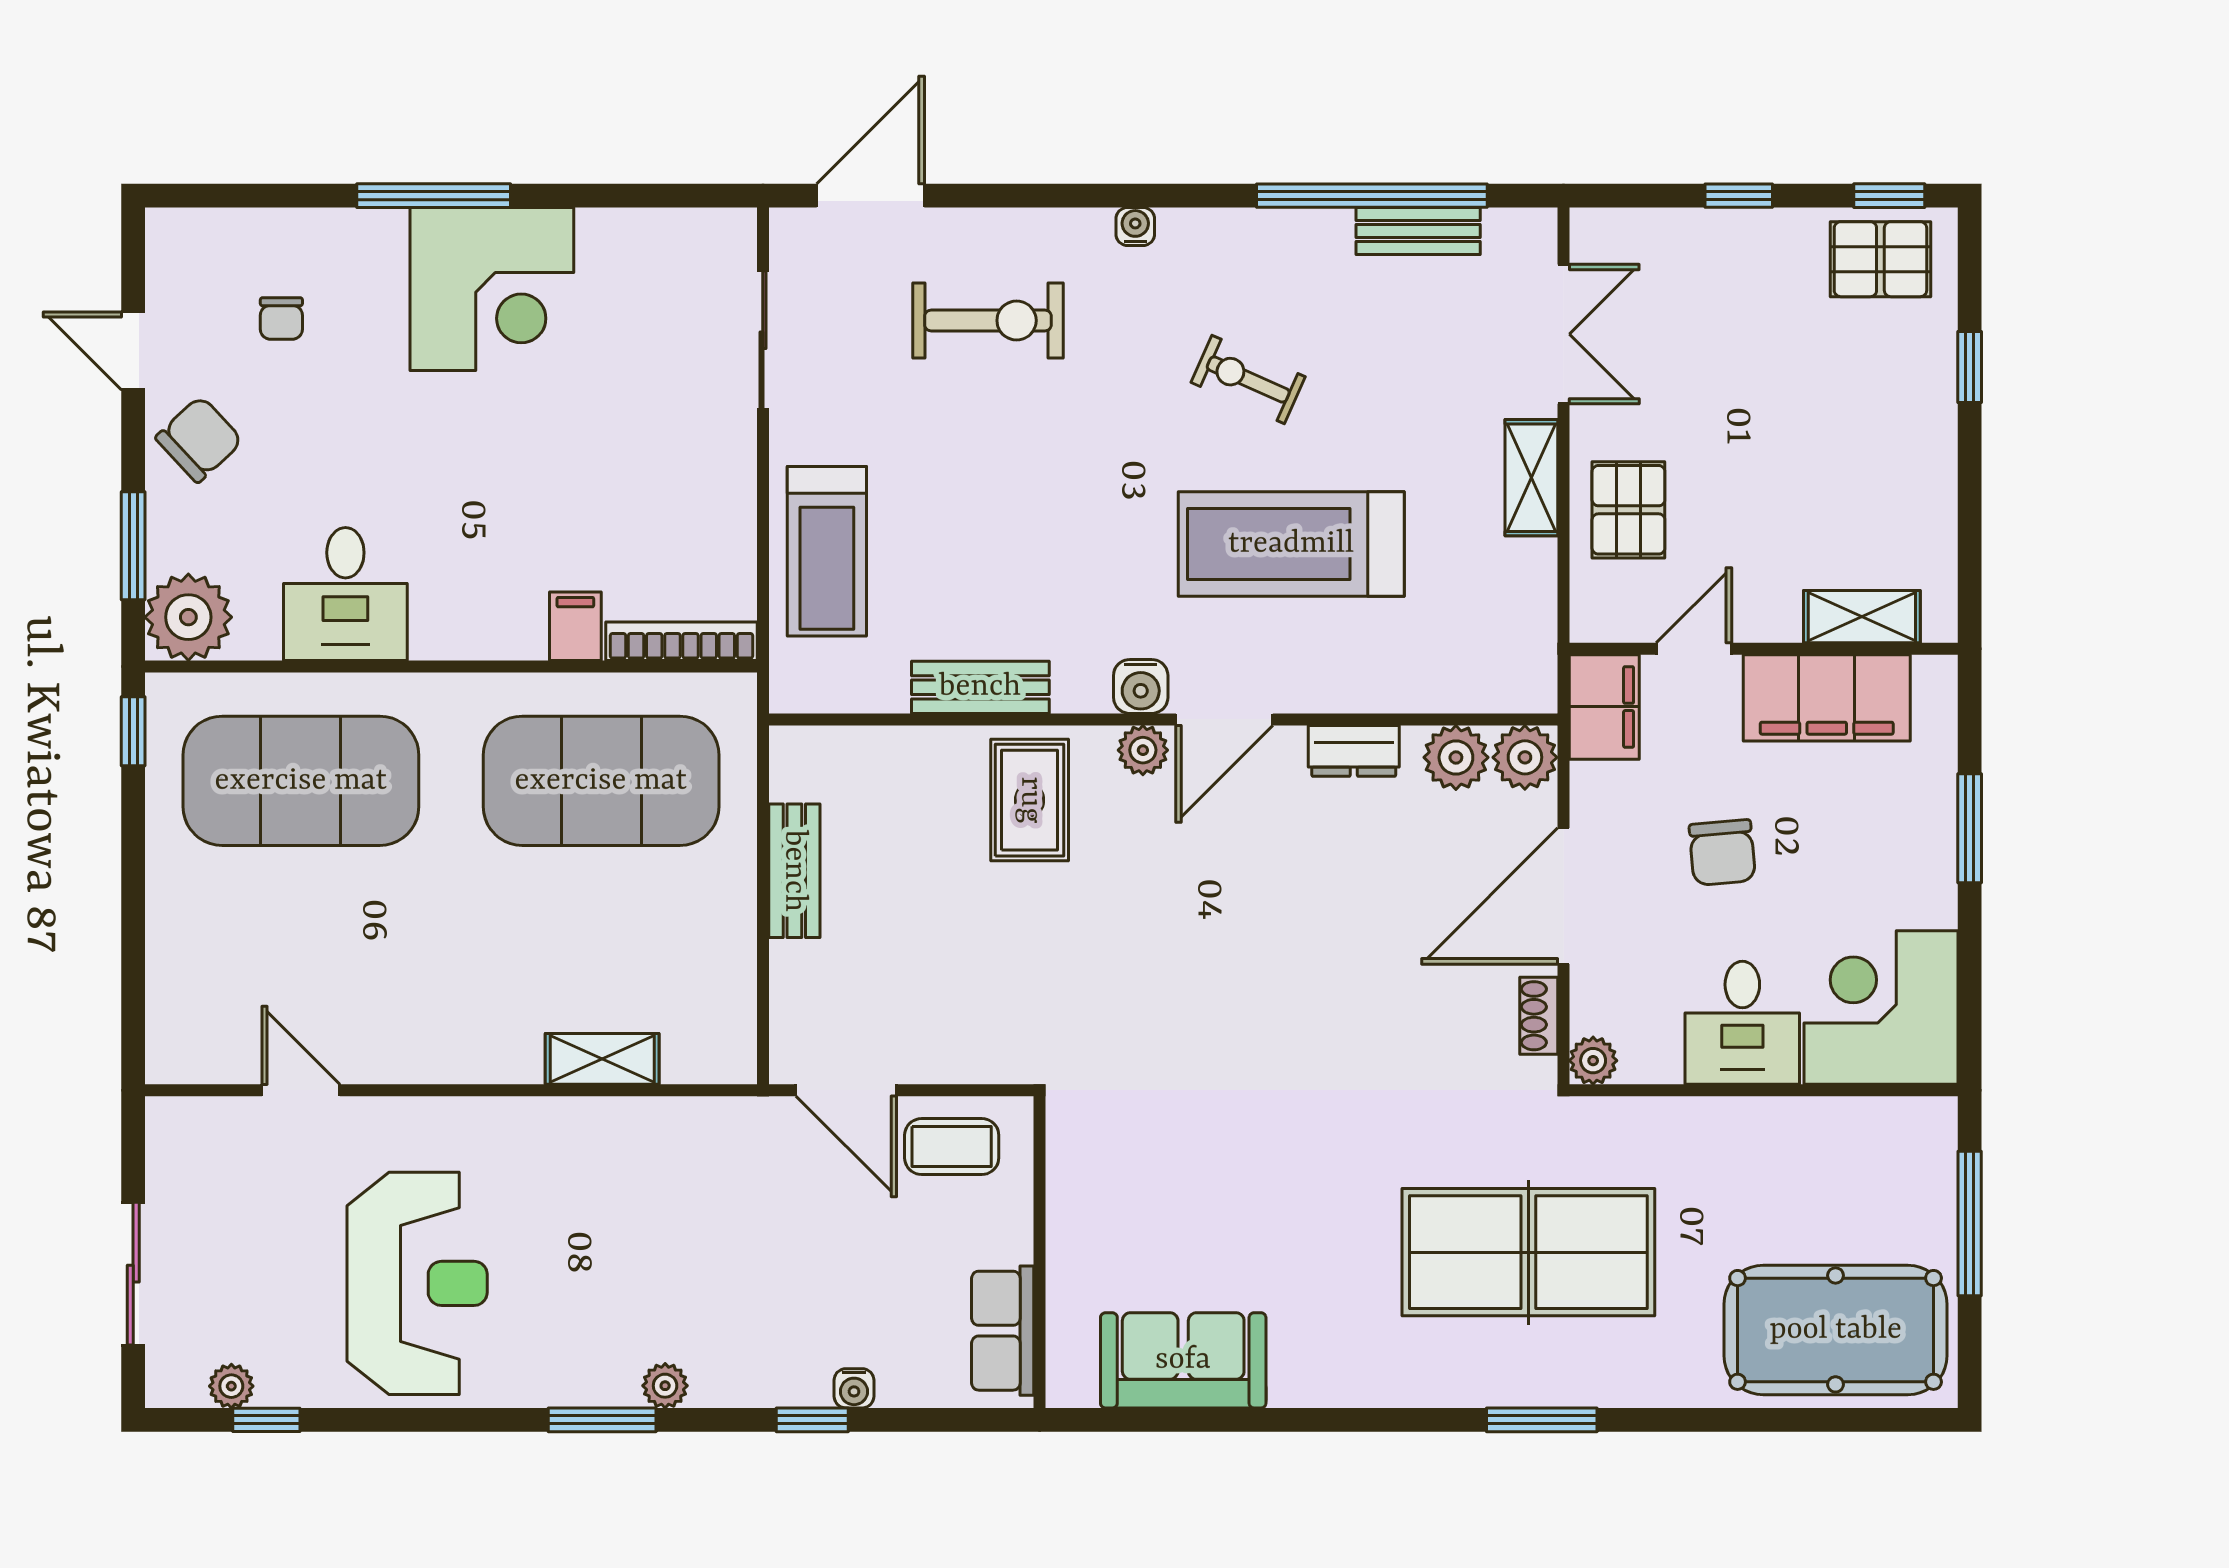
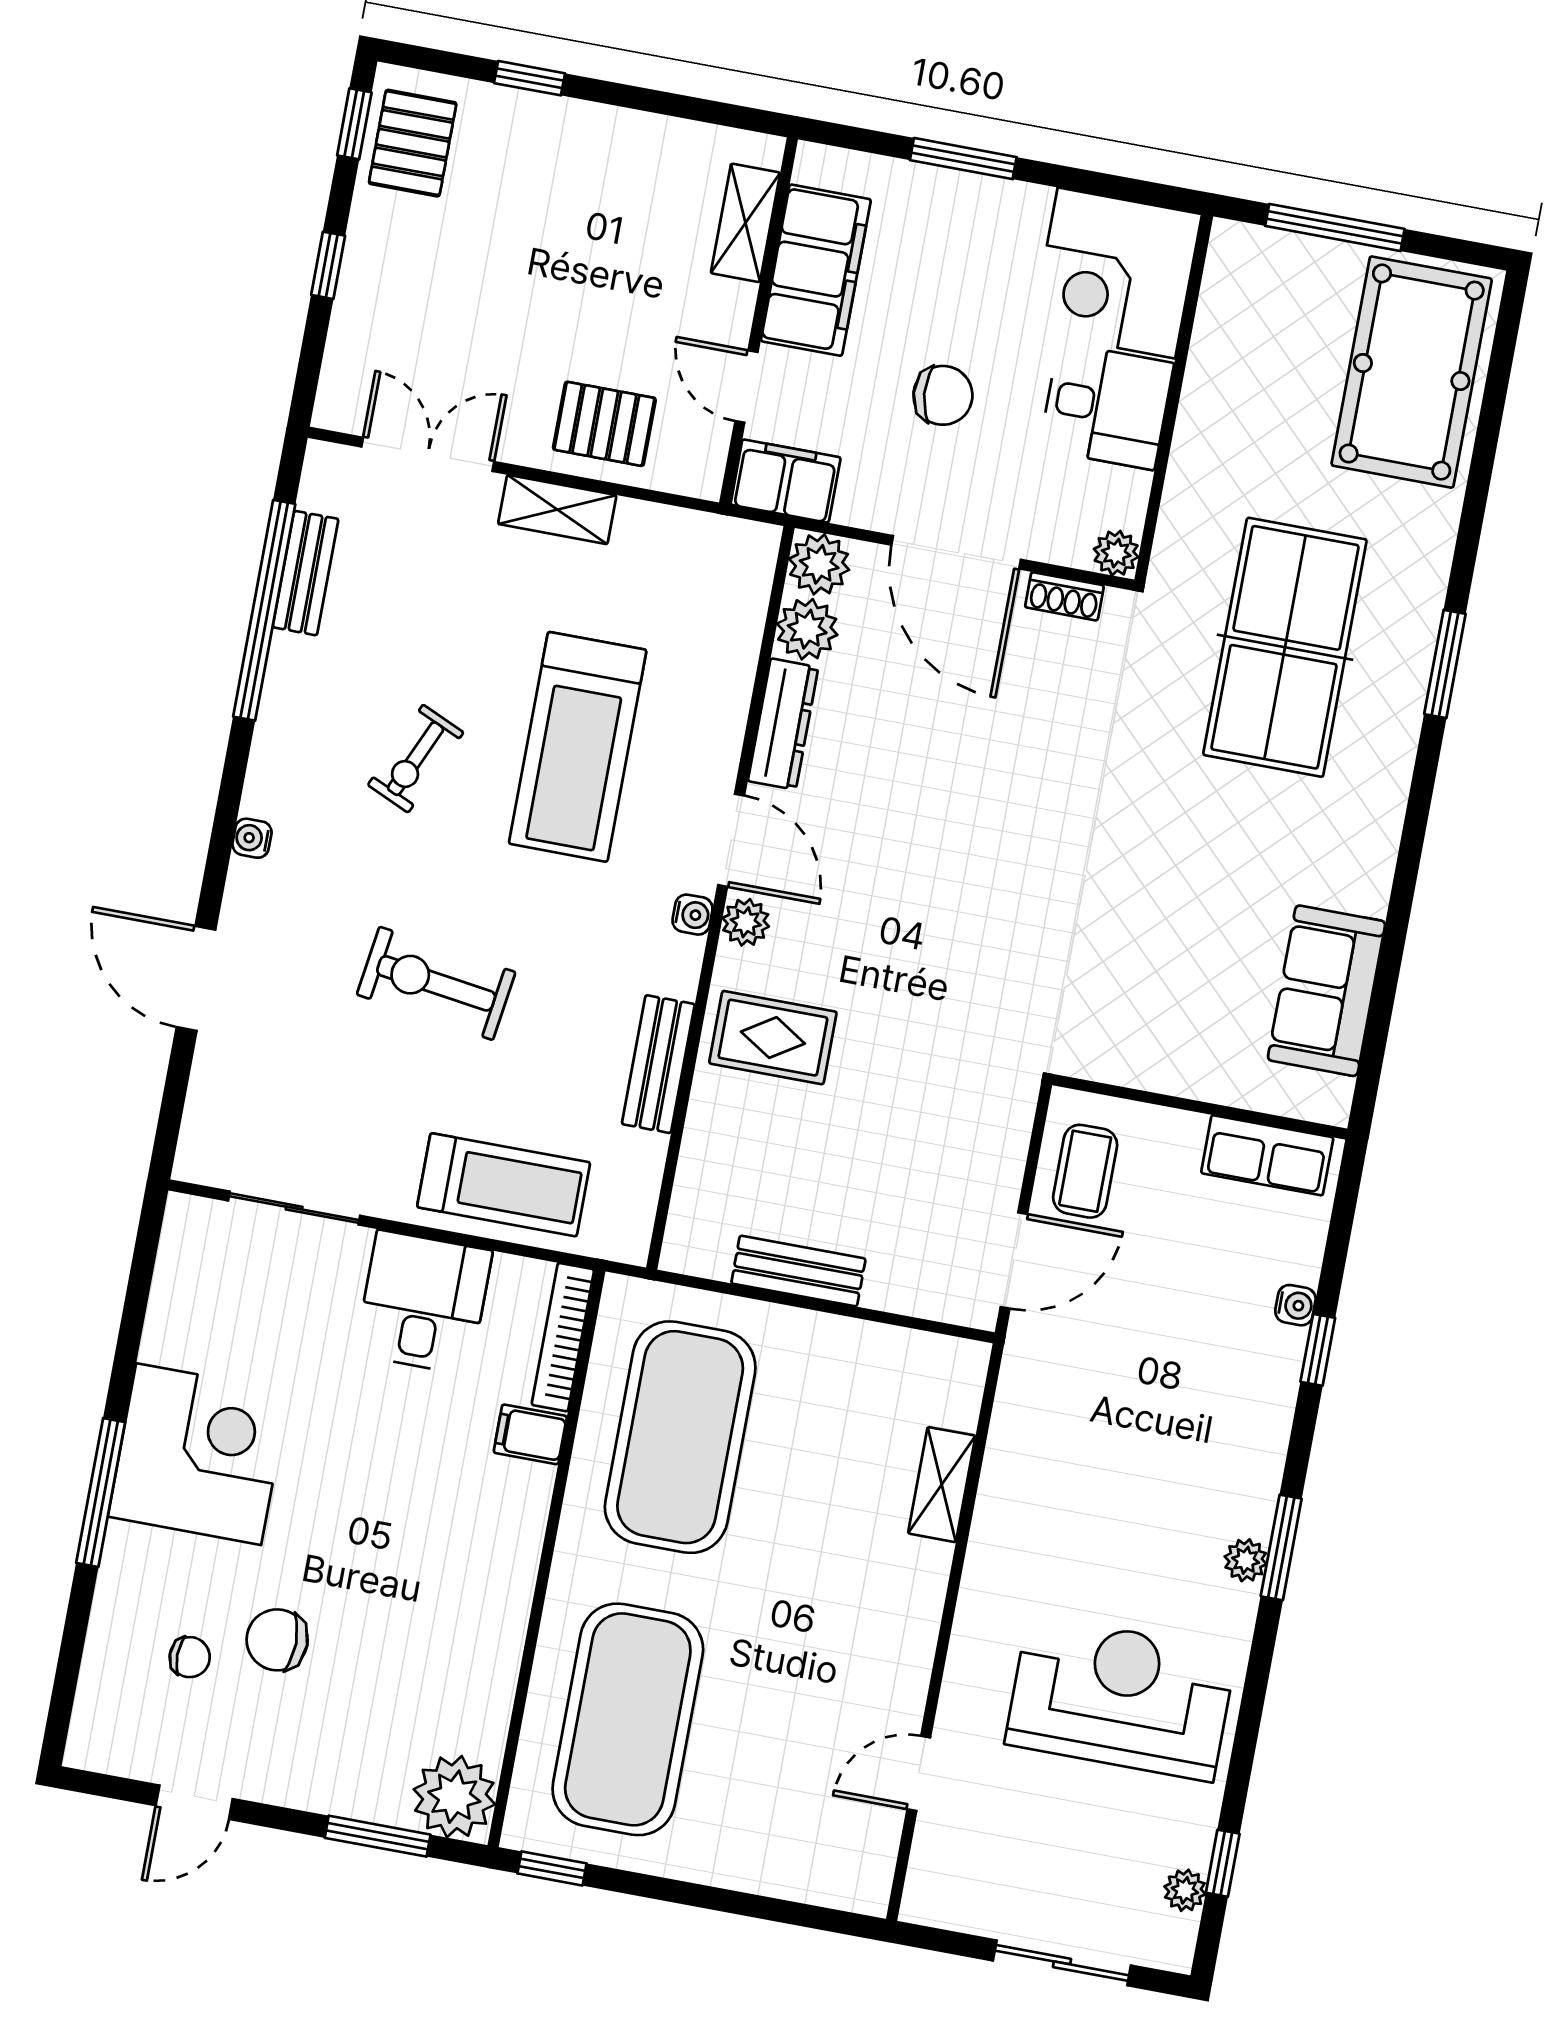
door: (870, 196) -> (196, 978), moved
exercise bike: (988, 320) -> (436, 983), moved, turned -82
chair: (199, 439) -> (277, 1640), moved, turned -47
desk: (345, 594) -> (423, 1303), moved, turned -90
water cooler: (1141, 686) -> (692, 915), width x0.72, depth x0.72
dresser: (1354, 751) -> (783, 724), width x1.44
plant: (665, 1386) -> (1246, 1560), moved

